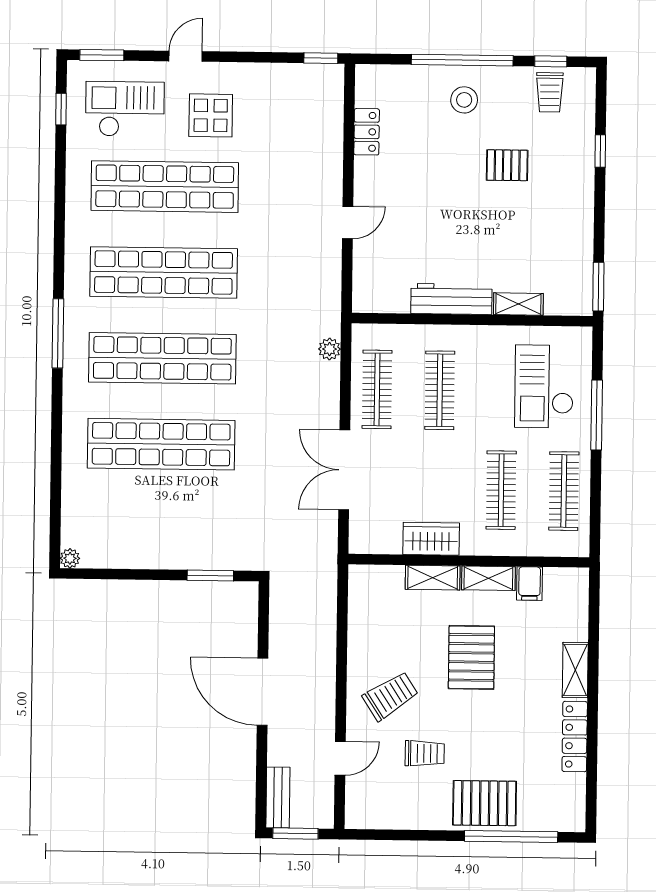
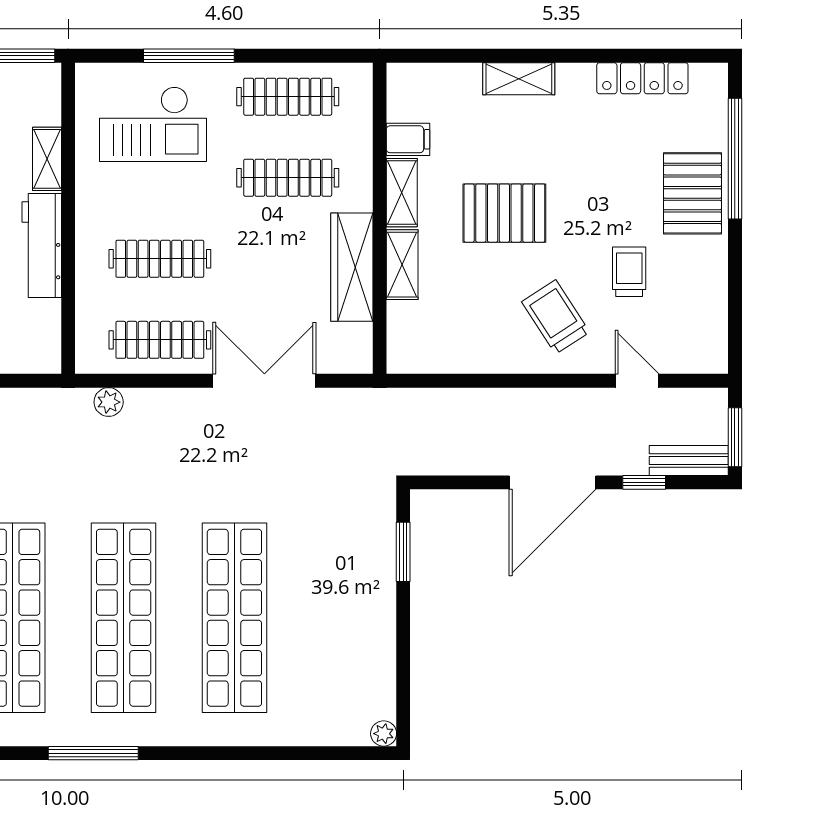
double door: (344, 470) -> (264, 381), swing flipped
wardrobe: (431, 539) -> (352, 267), width x1.50
locker: (575, 737) -> (642, 78), moved
window: (262, 763) -> (644, 482), added

